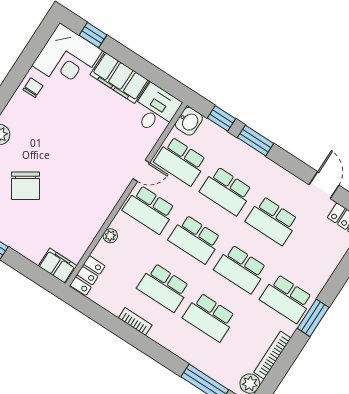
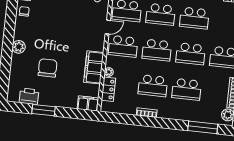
chair: (25, 186) -> (48, 68), turned -147
filing cabinet: (92, 218) -> (94, 67), added
locker: (87, 276) -> (108, 89), moved

